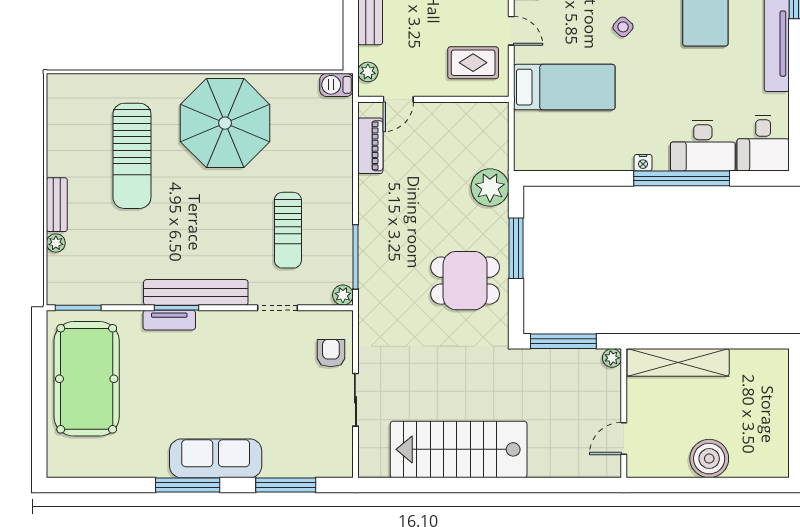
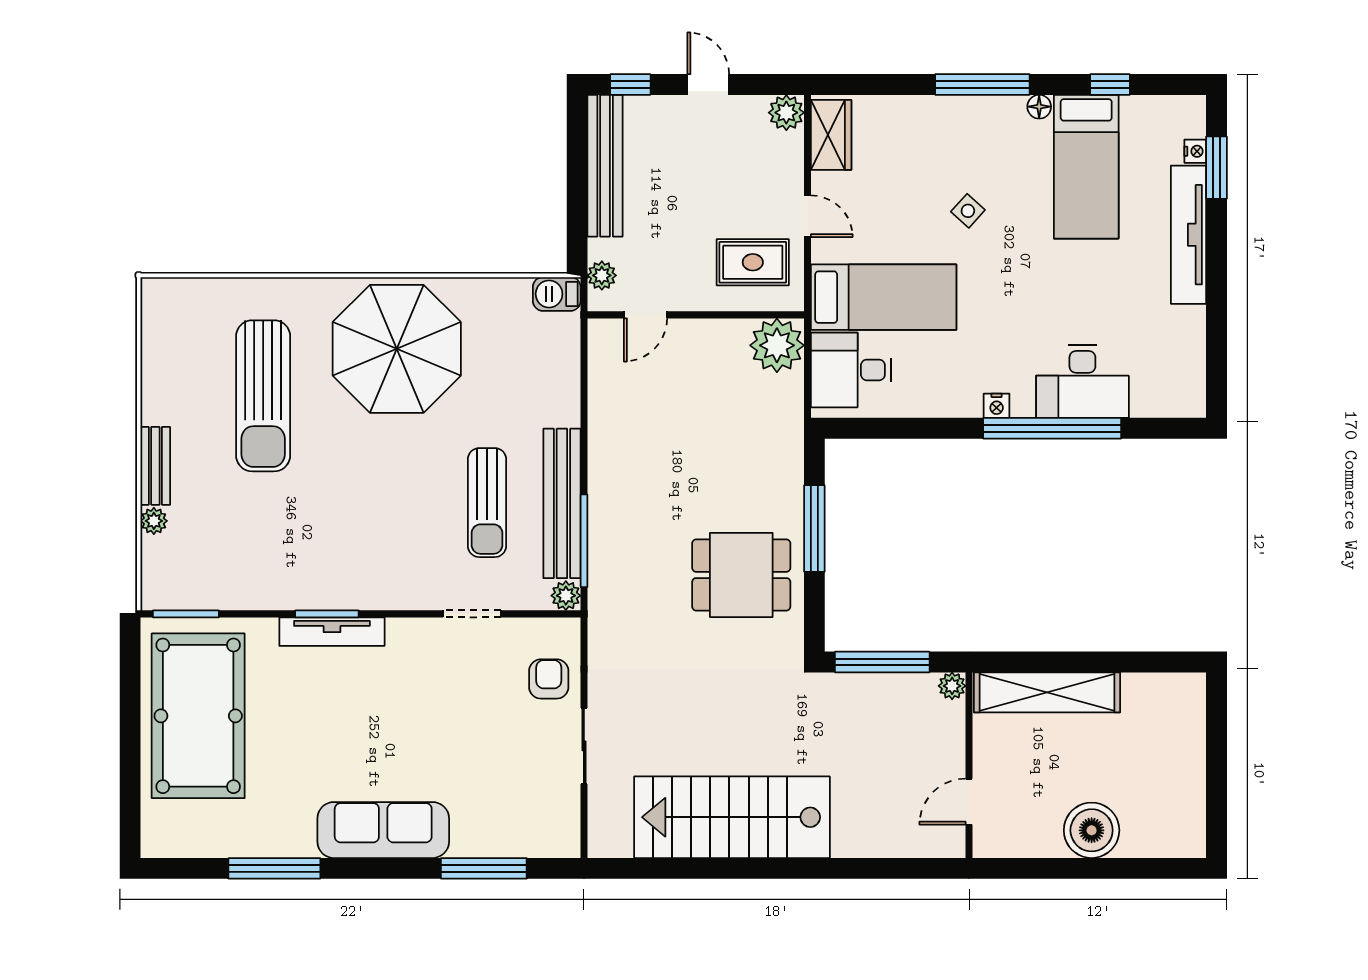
desk: (763, 143) -> (851, 370), moved, turned 90
piano: (370, 146) -> (605, 381), removed
plant: (490, 188) -> (777, 345), moved
bench: (196, 292) -> (562, 503), moved, turned 90
tv unit: (169, 320) -> (332, 632), width x1.41
window: (188, 485) -> (274, 868), moved

